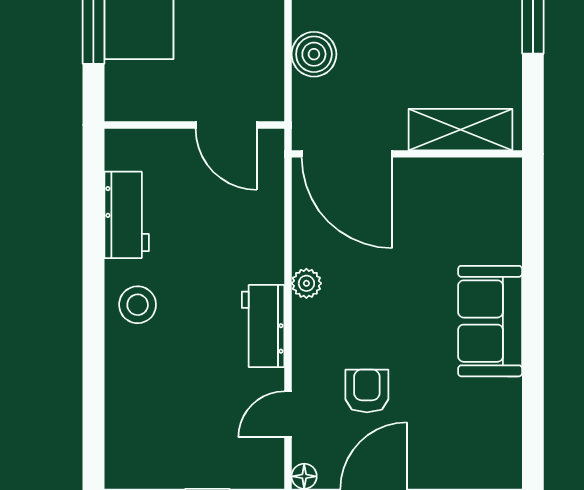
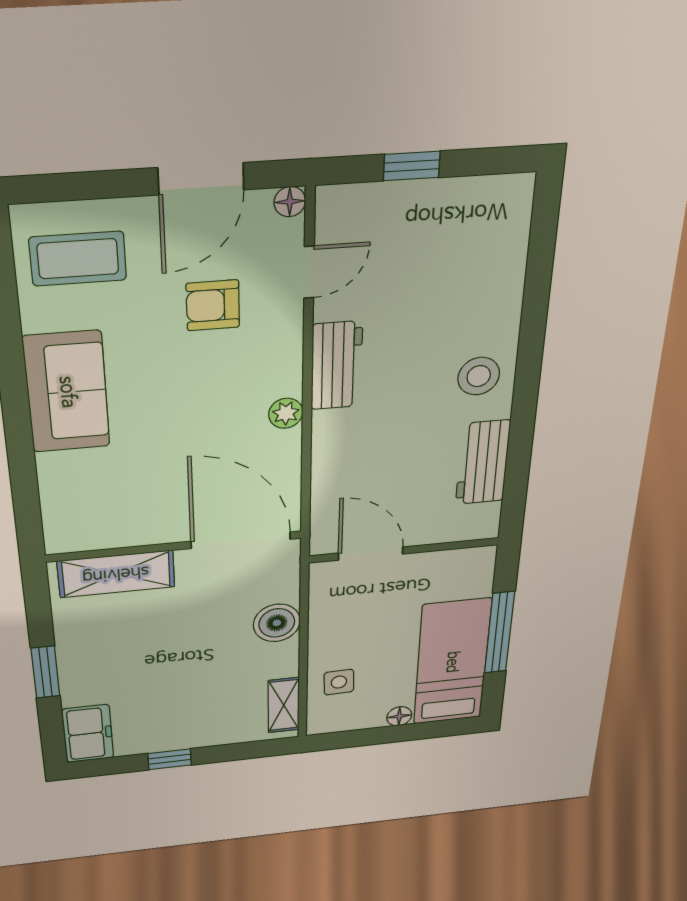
armchair: (367, 391) -> (213, 305), turned 90
coffee table: (472, 440) -> (78, 259), added

